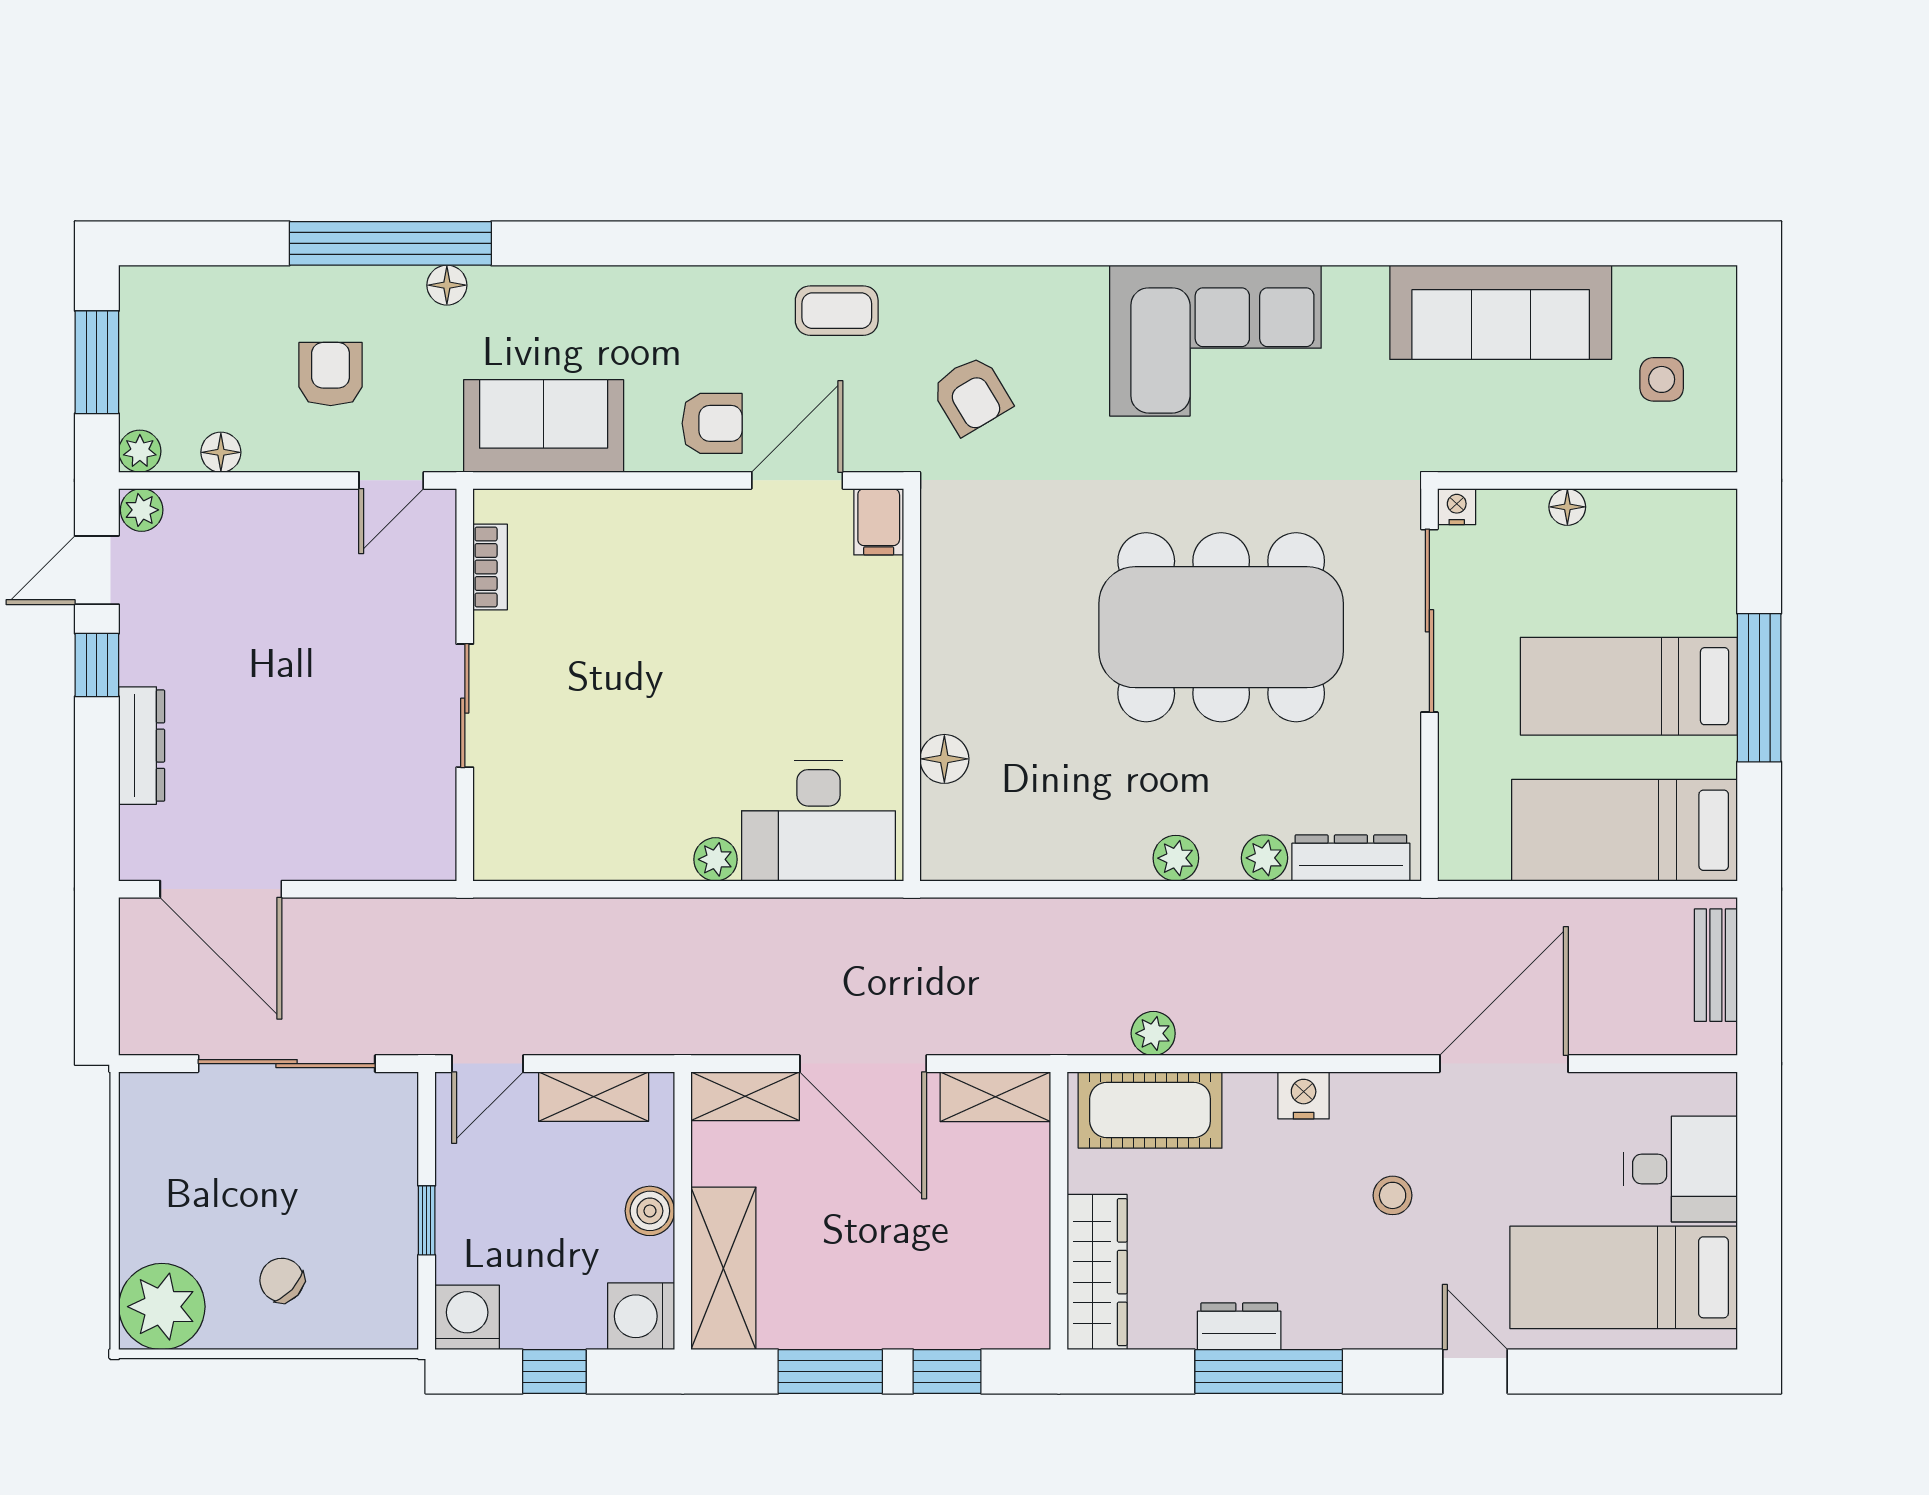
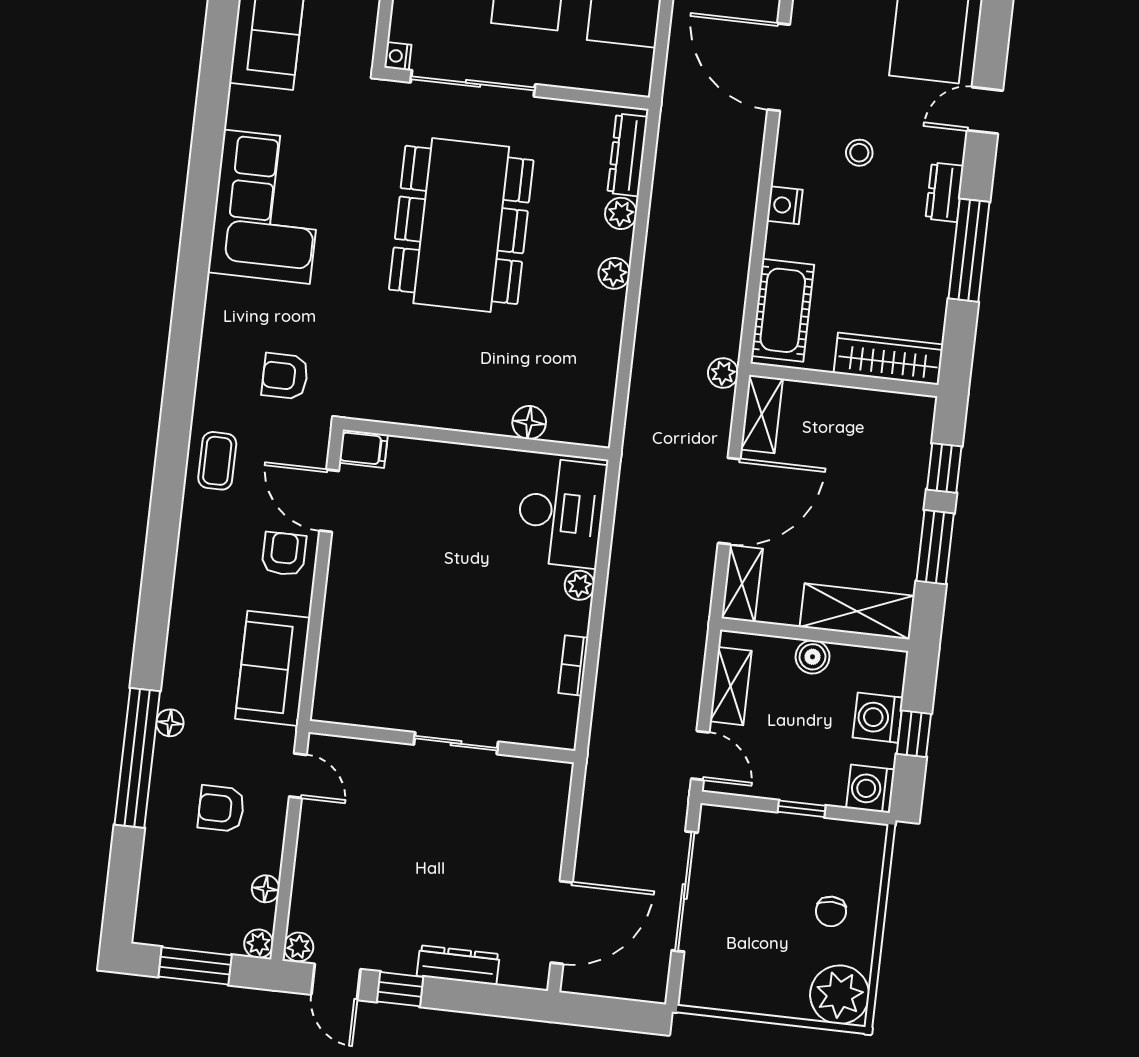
armchair: (971, 395) -> (285, 376), turned -149
bookcase: (490, 567) -> (573, 665), moved, turned -90
plant: (1153, 1033) -> (723, 373), moved
chair: (282, 1280) -> (831, 911), turned -43
washing machine: (641, 1316) -> (878, 718), moved, turned 90
dresser: (1239, 1326) -> (945, 192), moved

